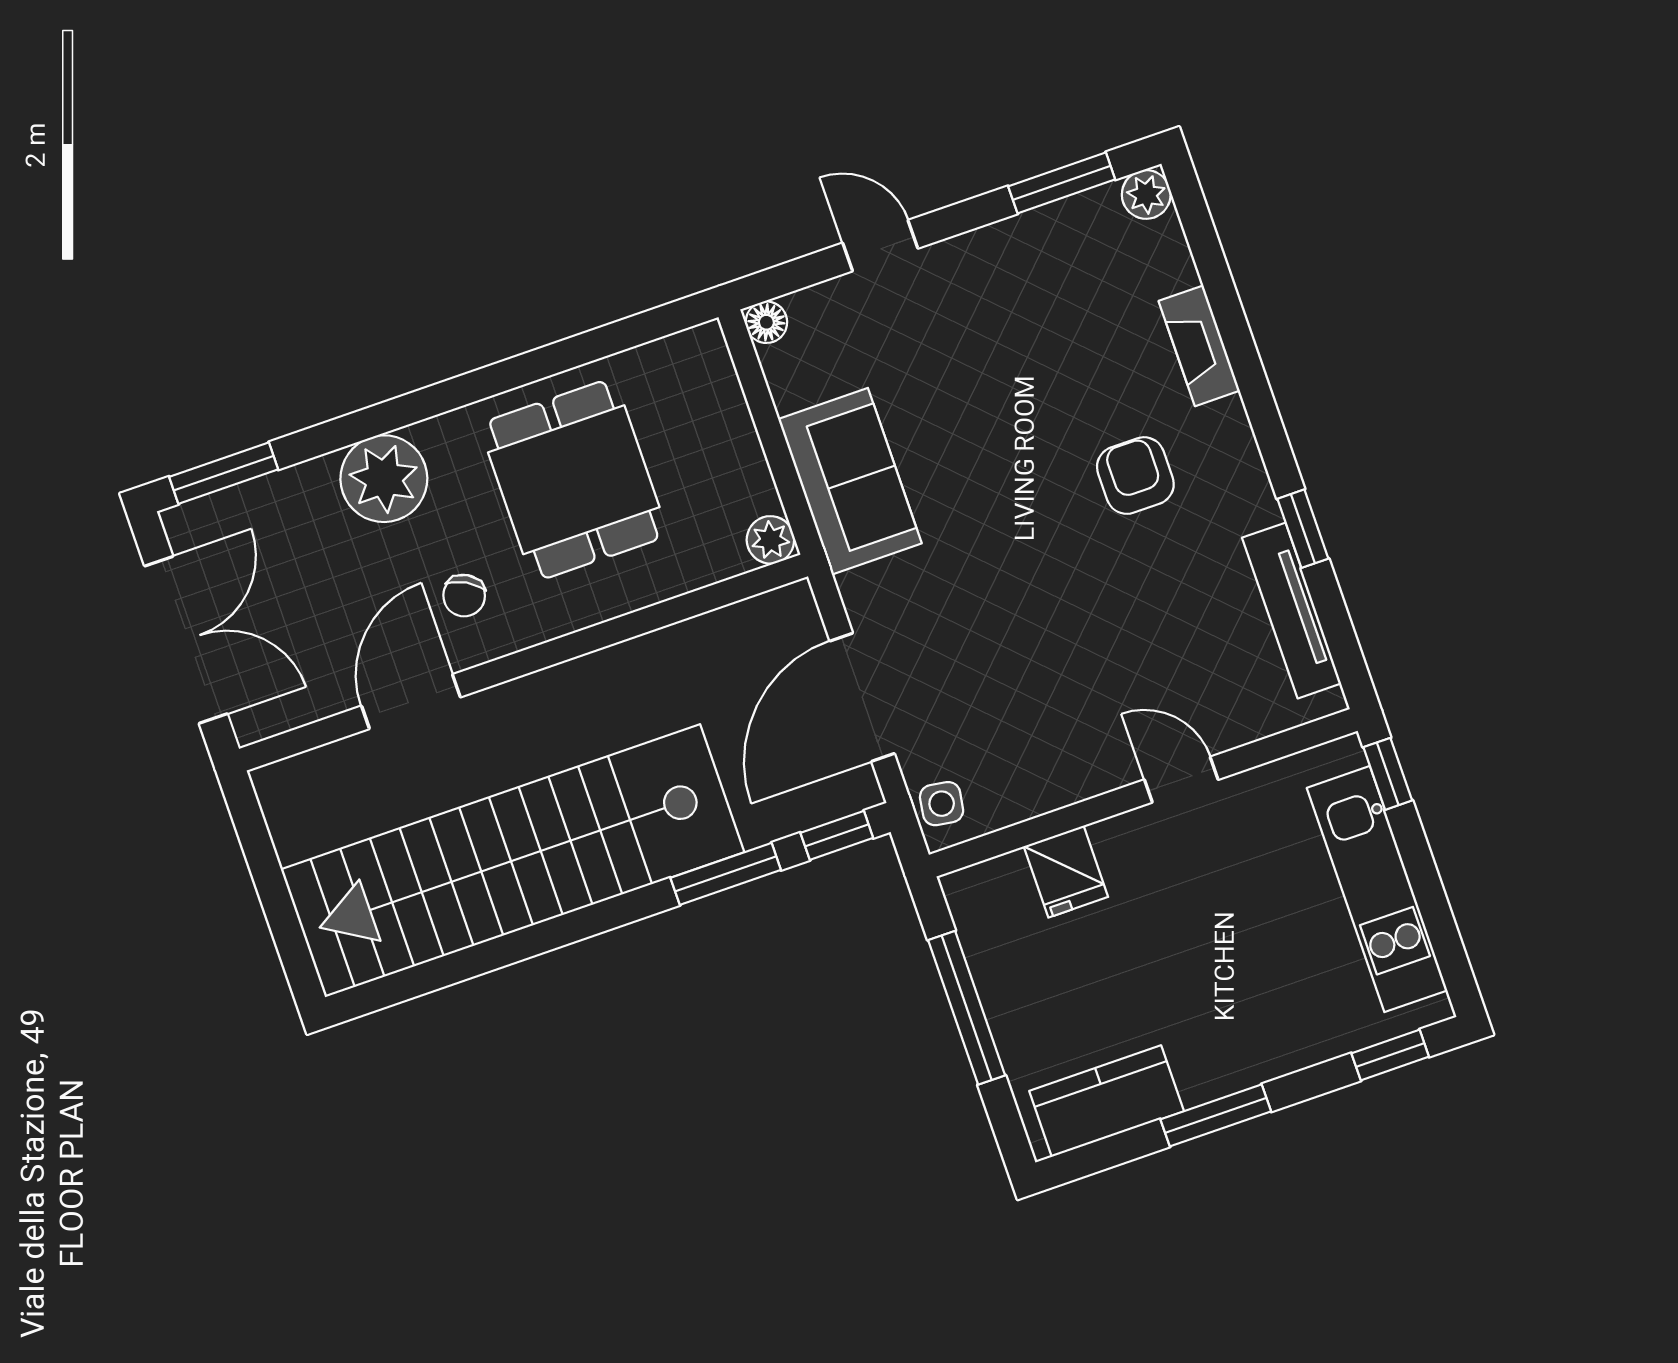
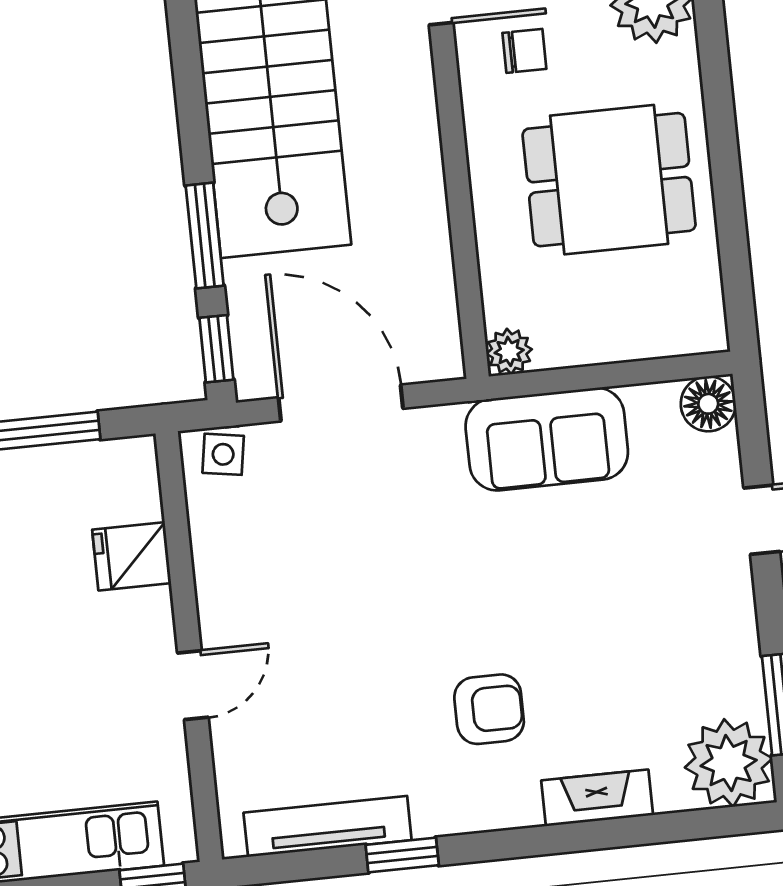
plant: (1146, 195) -> (729, 763), width x1.87, depth x1.87
floor lamp: (766, 322) -> (708, 404), width x1.37, depth x1.37
chair: (464, 596) -> (524, 51), turned 151

